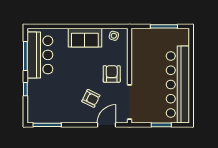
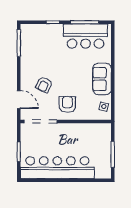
armchair: (112, 74) -> (67, 104), turned -90

